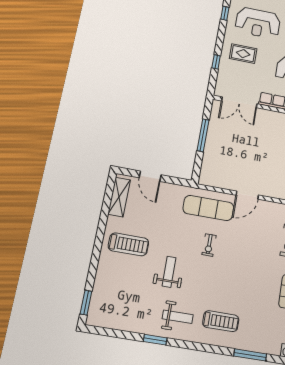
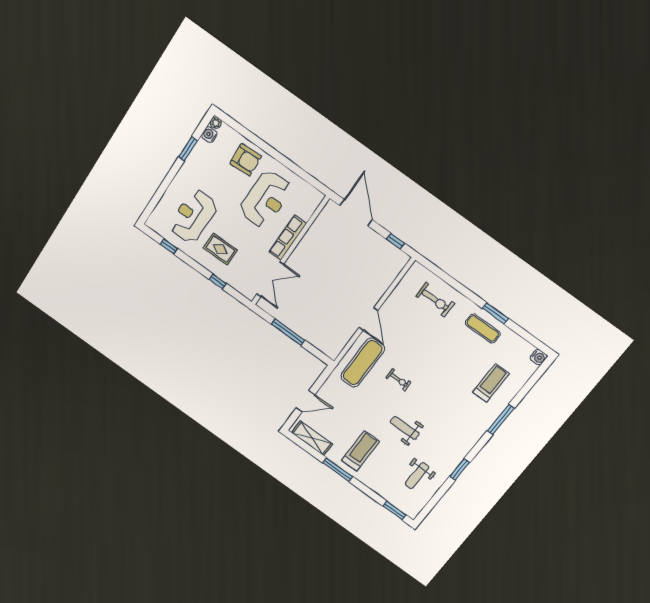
reception desk: (258, 23) -> (193, 216), turned 180
rug: (243, 54) -> (220, 249), turned 90
window: (100, 233) -> (338, 470), added
weight bench: (178, 317) -> (417, 476), moved, turned 180
treadmill: (221, 321) -> (491, 383), moved
window: (250, 355) -> (501, 420), moved

